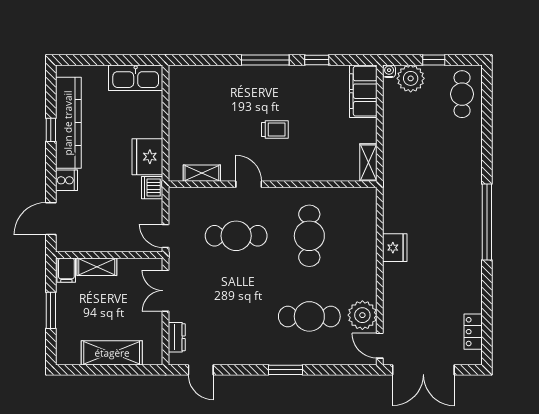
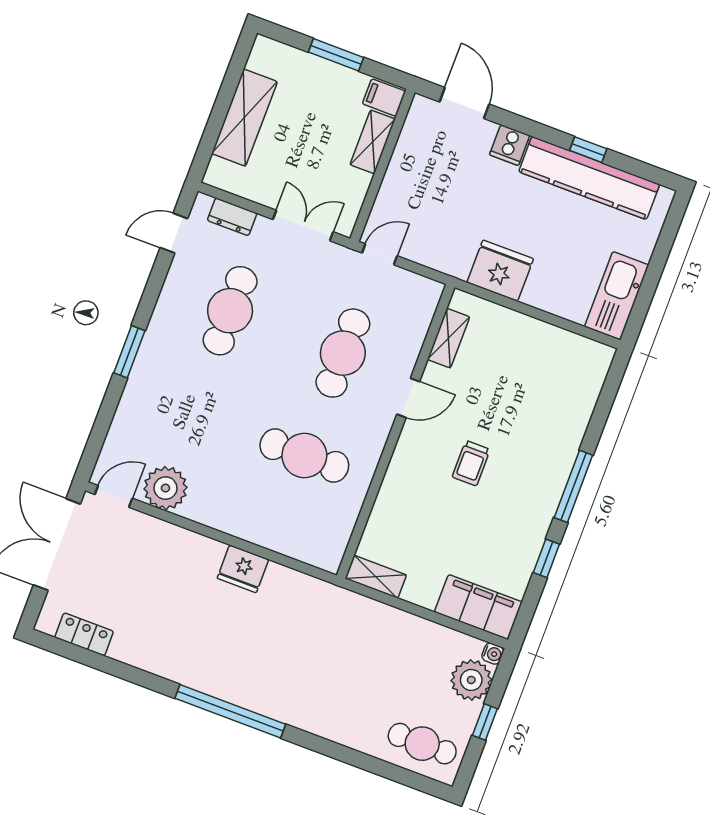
dishwasher: (152, 188) -> (454, 261), removed
cafe table: (309, 316) -> (230, 311), moved

